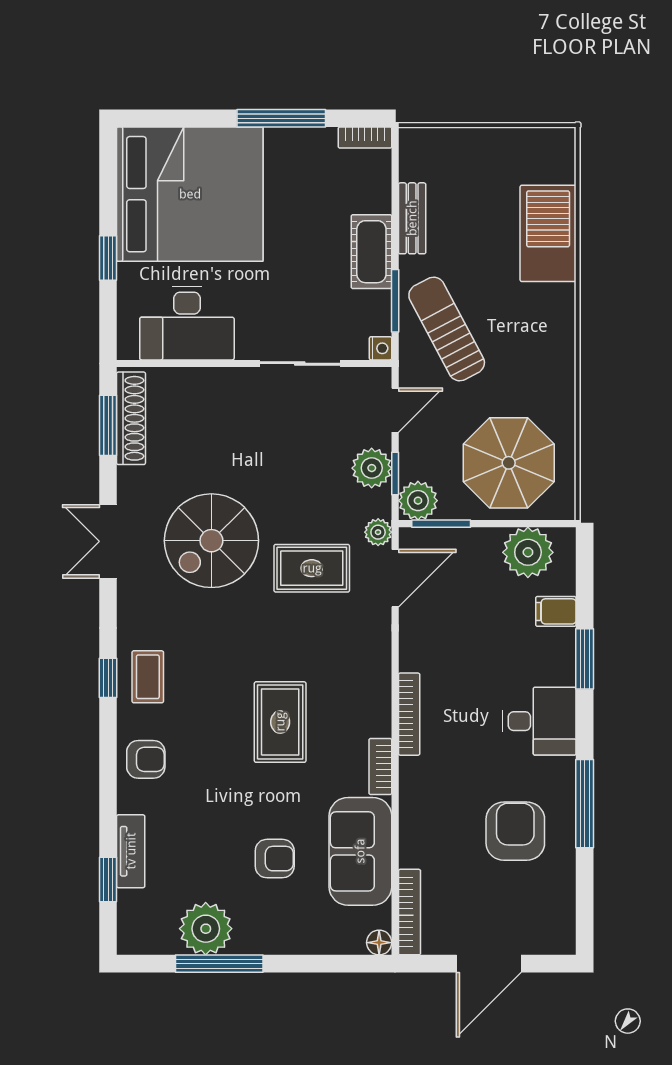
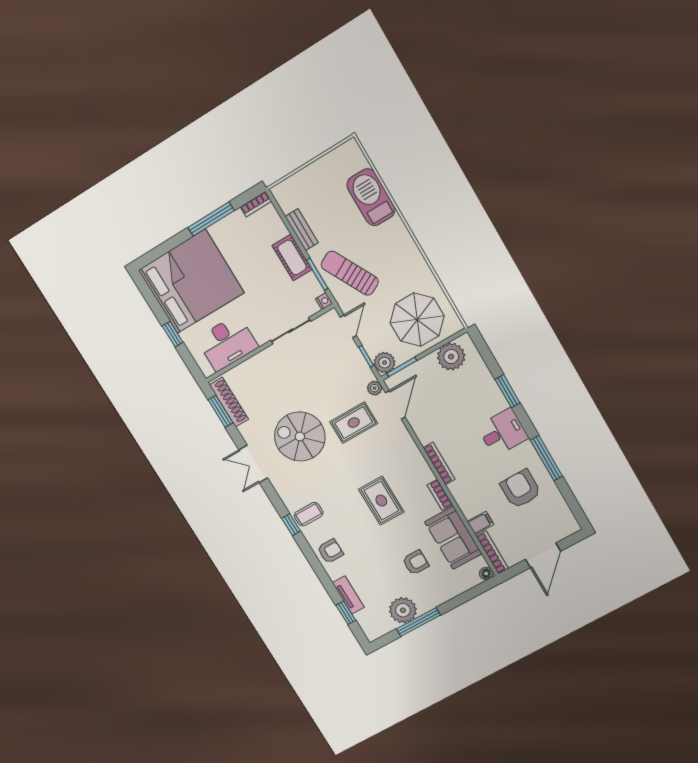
plant: (372, 468) -> (354, 360), removed
spiral stairs: (211, 541) -> (300, 437), turned 90
filing cabinet: (556, 611) -> (480, 523), moved, turned 180
coffee table: (148, 677) -> (309, 514), turned 90

